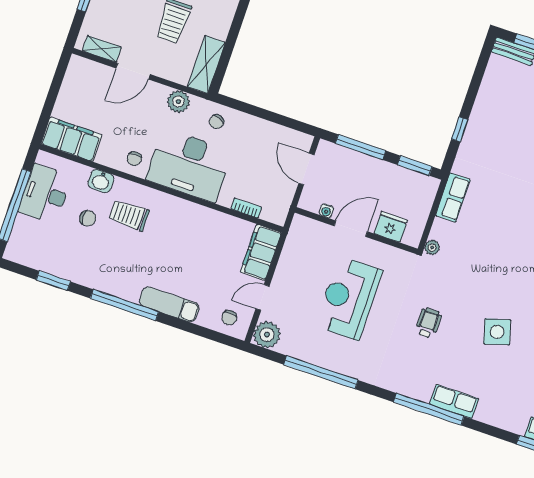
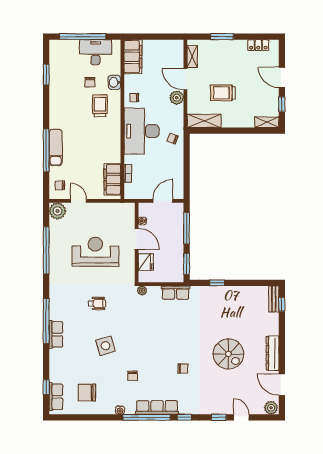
plant: (178, 102) -> (177, 98), moved
filing cabinet: (261, 252) -> (112, 179), moved, turned -90
window: (124, 305) -> (46, 150), moved

